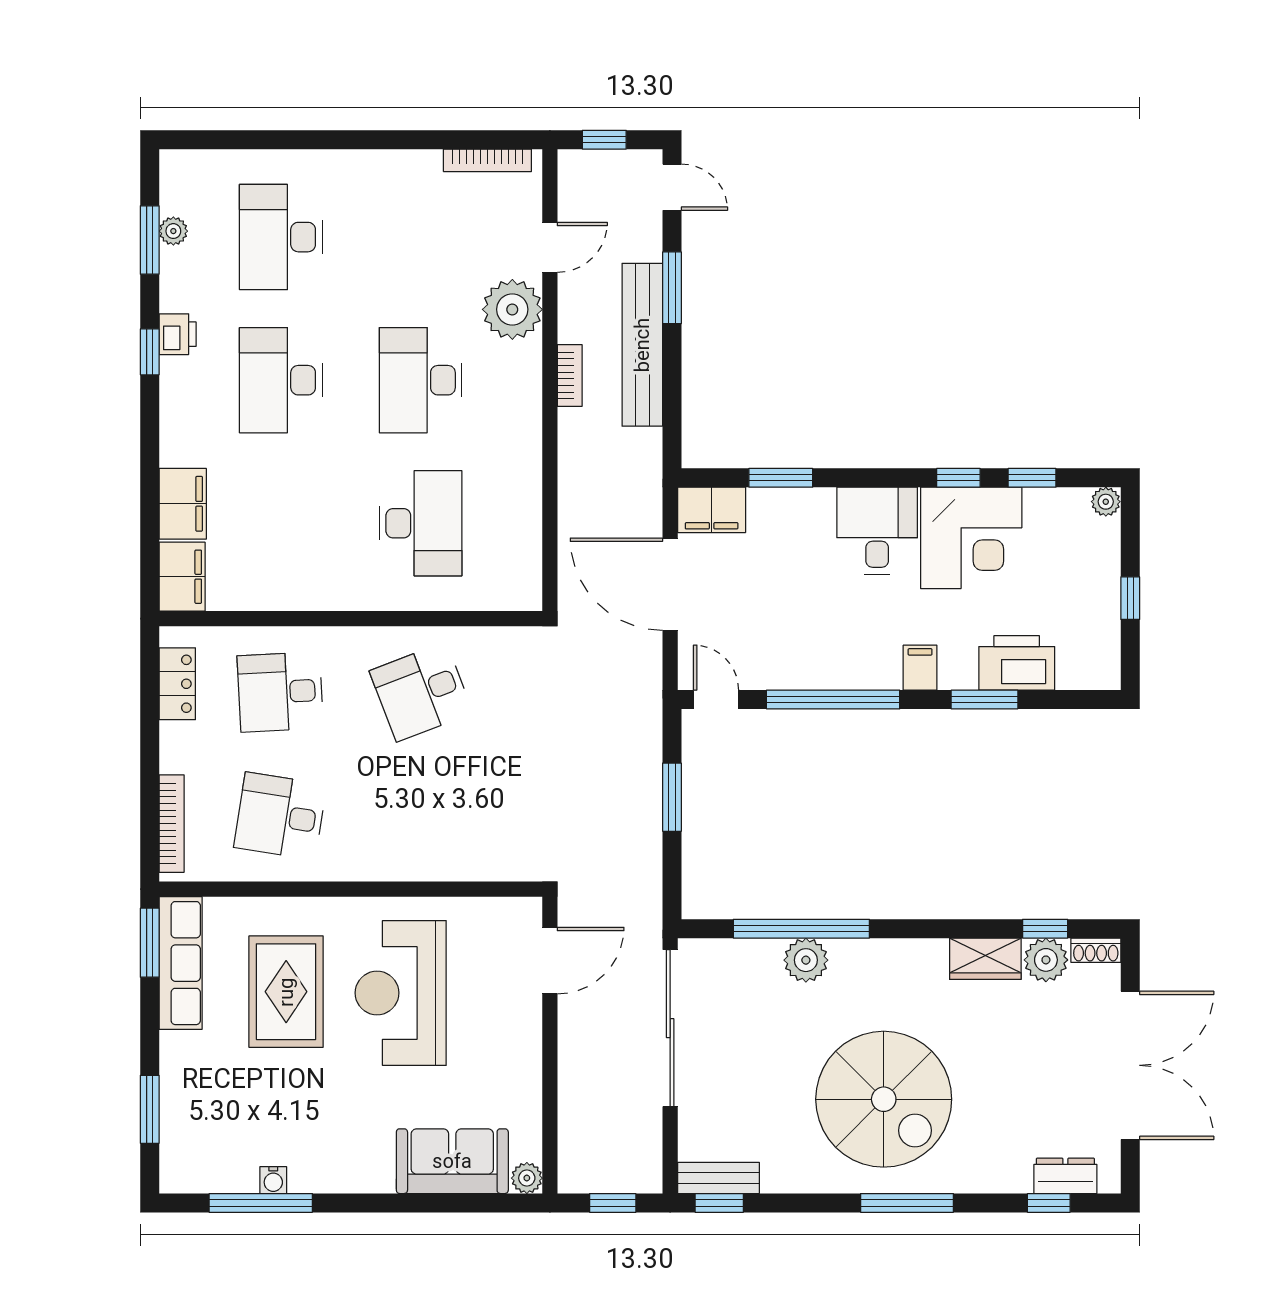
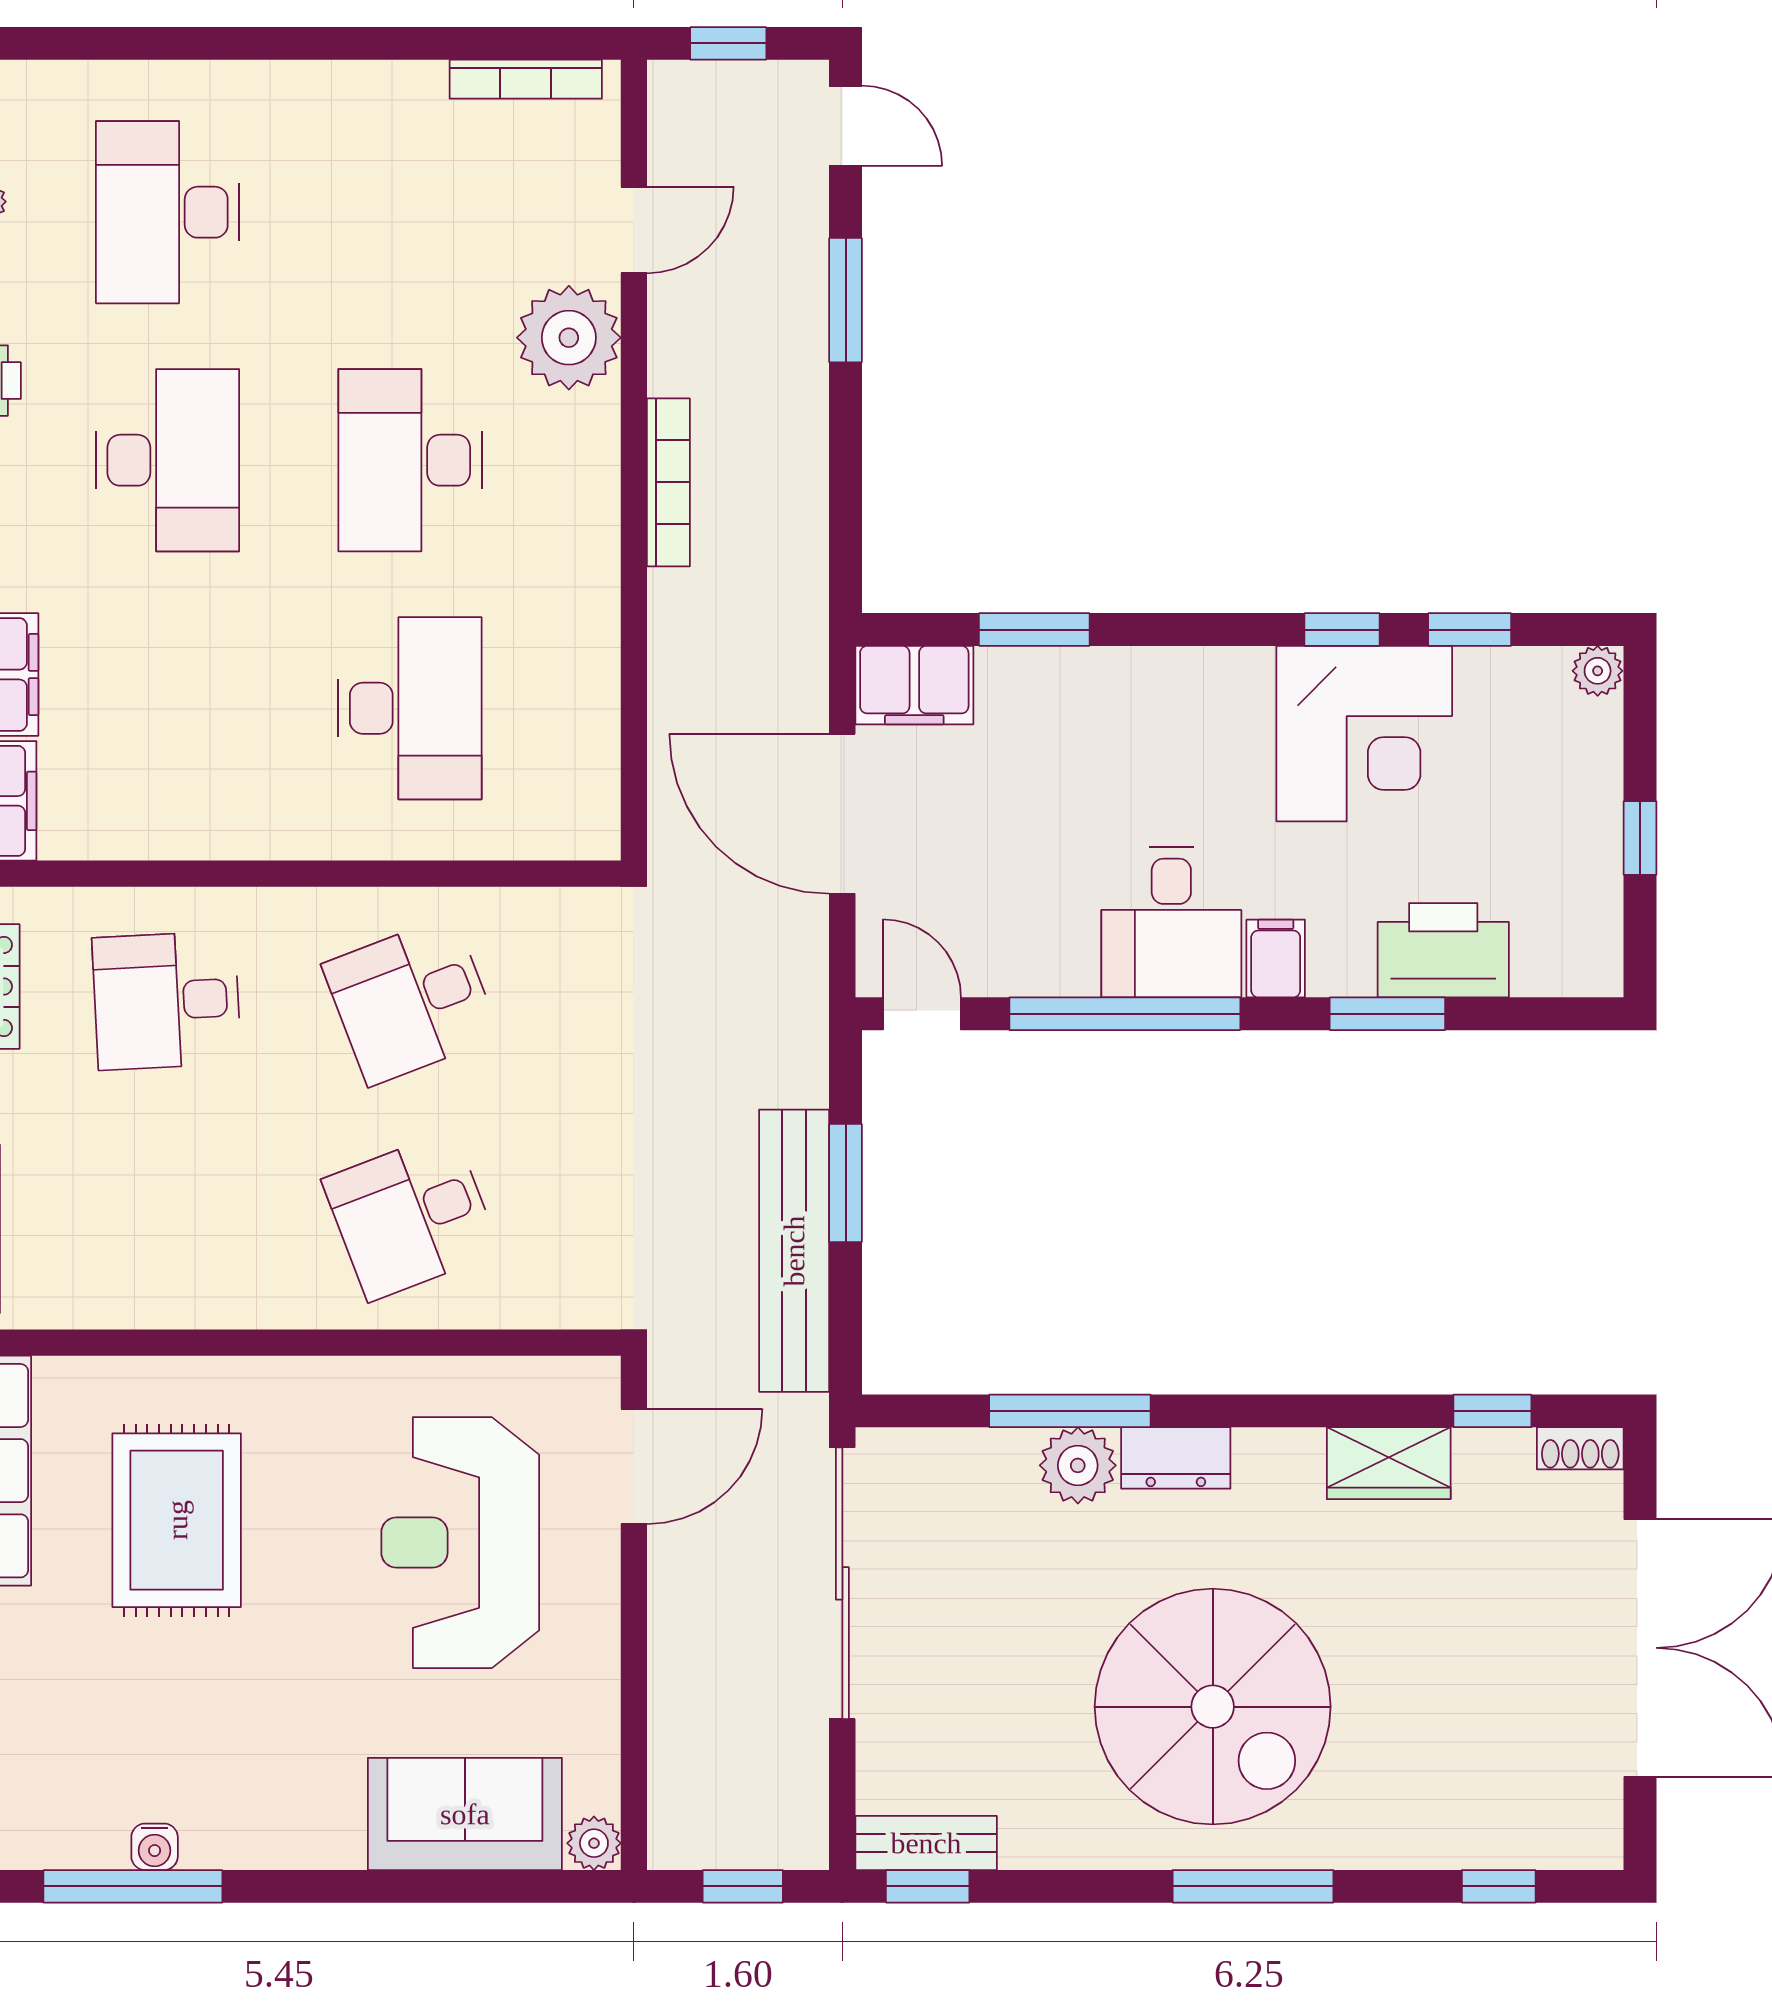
bench: (642, 345) -> (794, 1251), moved
bookcase: (570, 375) -> (668, 482), width x1.56
desk: (281, 380) -> (168, 460), turned 180
desk: (877, 531) -> (1171, 922), moved, turned 180
desk: (280, 816) -> (411, 1216), moved, turned -30
window: (801, 929) -> (1070, 1411), width x0.68
plant: (1046, 960) -> (1494, 1465), removed
reception desk: (401, 993) -> (460, 1543), moved
dresser: (1065, 1176) -> (1176, 1458), moved, turned 180

